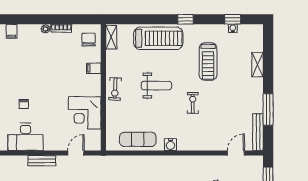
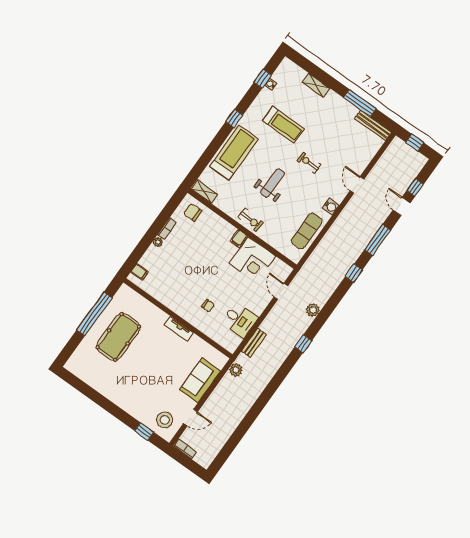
filing cabinet: (94, 68) -> (239, 238), moved
desk: (26, 137) -> (240, 320), width x0.73
door: (236, 153) -> (357, 185), moved
bench: (42, 161) -> (254, 343), moved

